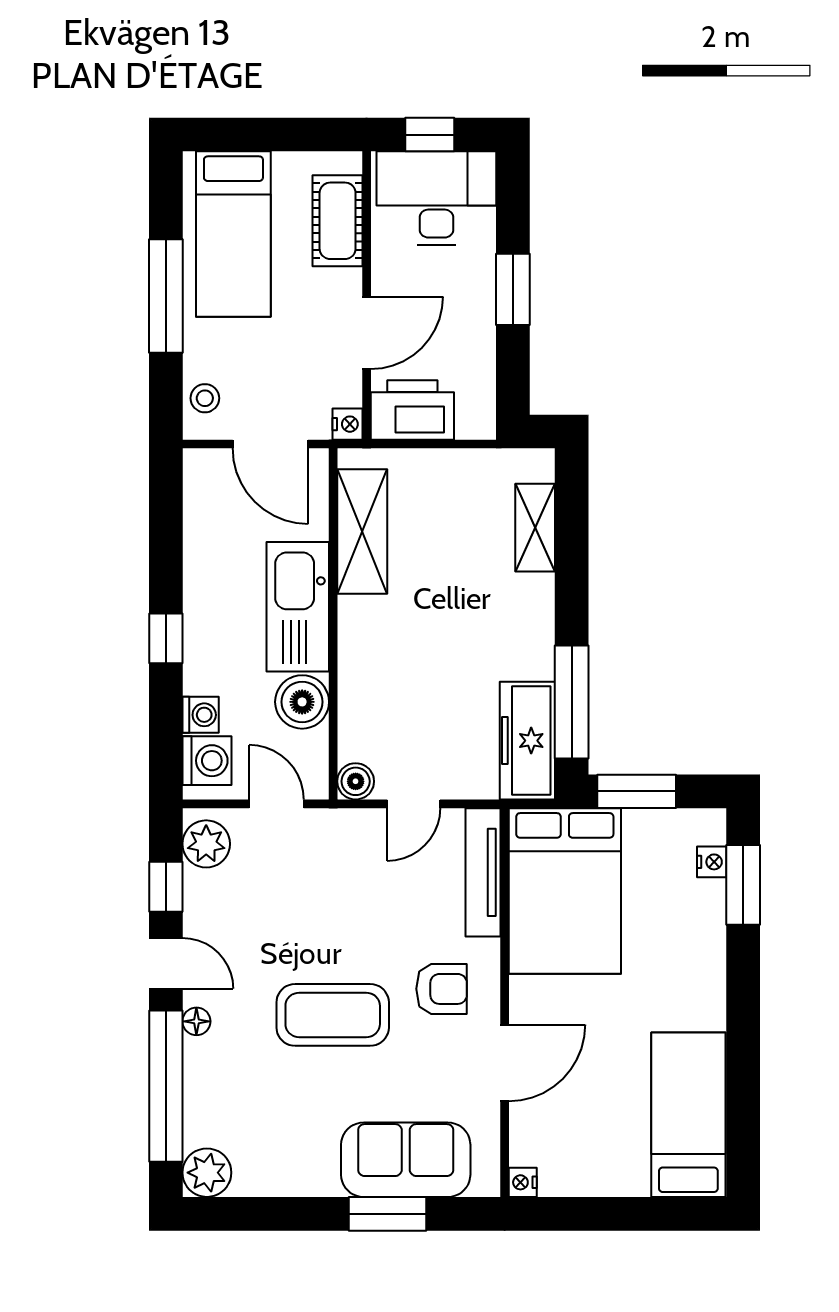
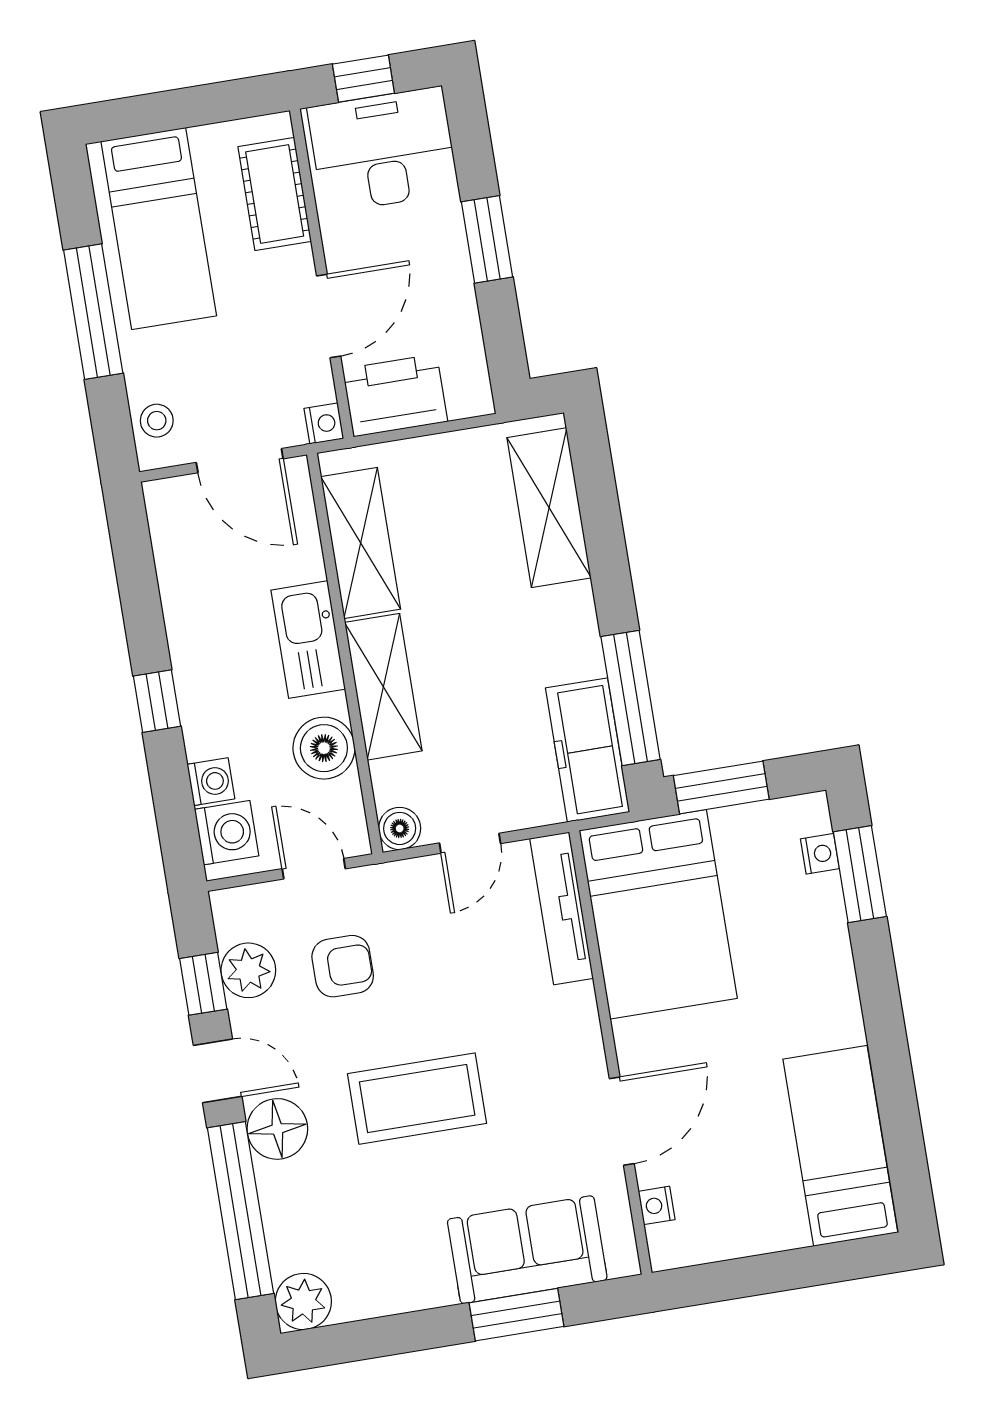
shelving: (535, 528) -> (549, 508), width x1.50, depth x1.33
kitchen sink: (298, 607) -> (308, 640), width x0.73, depth x0.81
shelving: (361, 658) -> (383, 687), added
plant: (206, 844) -> (248, 970), moved
armchair: (442, 989) -> (343, 966), moved
floor lamp: (196, 1021) -> (277, 1129), width x1.89, depth x1.89
nightstand: (523, 1182) -> (657, 1205), moved

